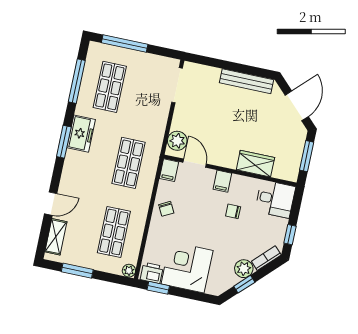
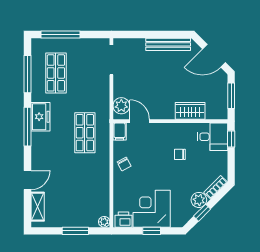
door: (297, 106) -> (214, 56), swing flipped
window: (64, 142) -> (28, 127), width x1.44
filing cabinet: (222, 181) -> (166, 131), removed
shop shelf: (114, 232) -> (85, 192), removed
window: (290, 235) -> (231, 139), moved
window: (77, 271) -> (75, 231), moved
window: (158, 288) -> (152, 231), moved

